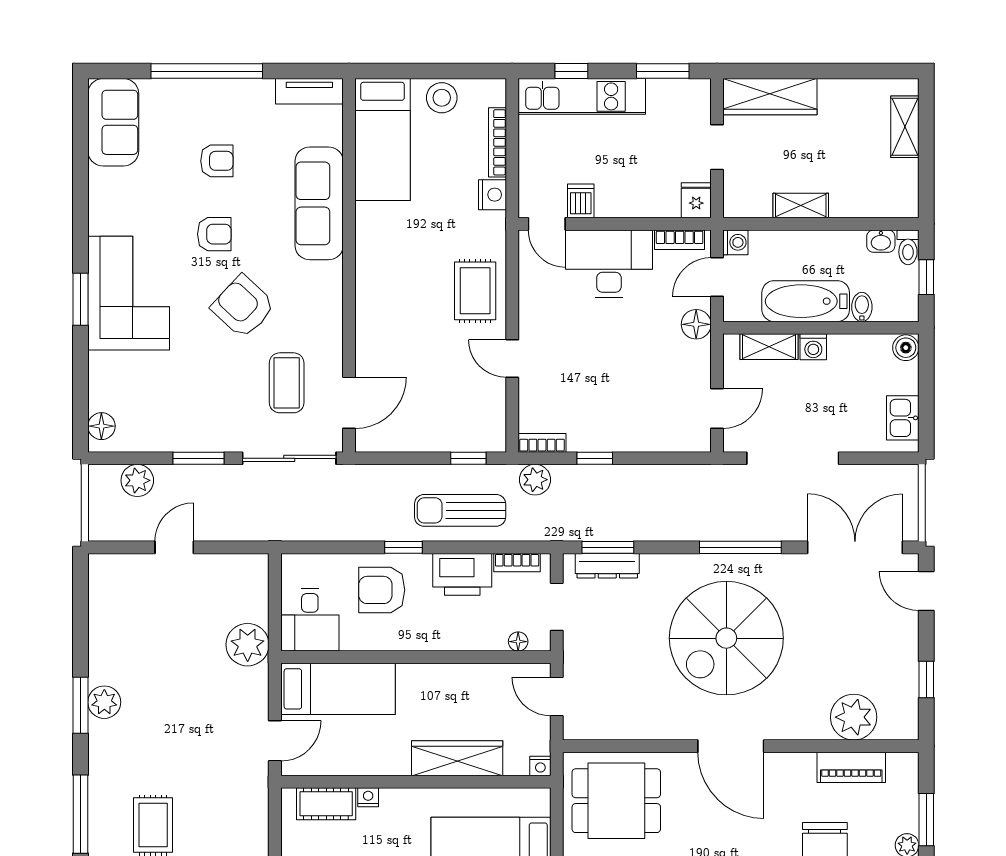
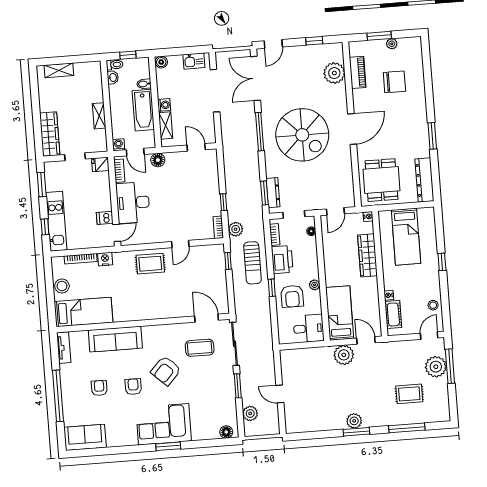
doorway: (793, 458) -> (215, 91), moved
plant: (403, 640) -> (315, 285), added
plant: (248, 645) -> (344, 355), moved

